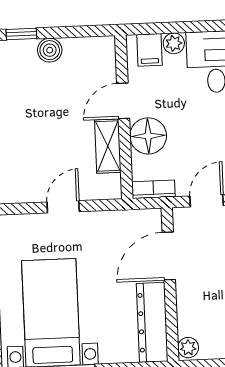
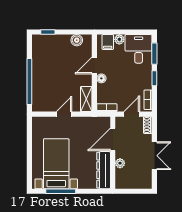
boiler: (50, 50) -> (77, 40), moved
floor lamp: (148, 136) -> (101, 78), width x0.53, depth x0.53
shelving: (108, 146) -> (86, 99), moved
plant: (188, 348) -> (120, 163), moved

